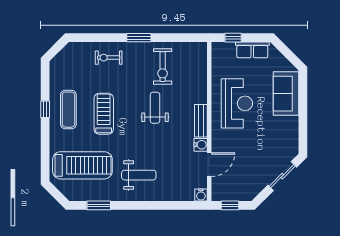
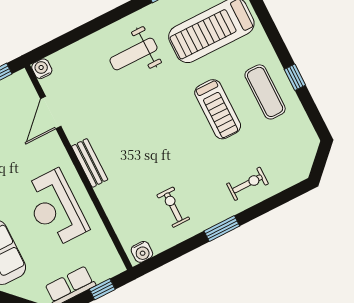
exercise bike: (163, 67) -> (173, 207), width x0.73, depth x0.72
weight bench: (155, 108) -> (156, 150), removed
water cooler: (201, 145) -> (142, 252), moved, turned -90

